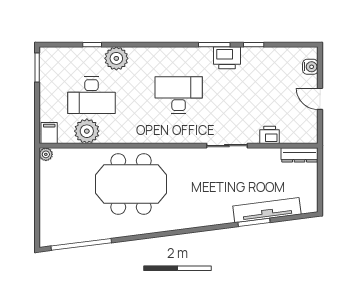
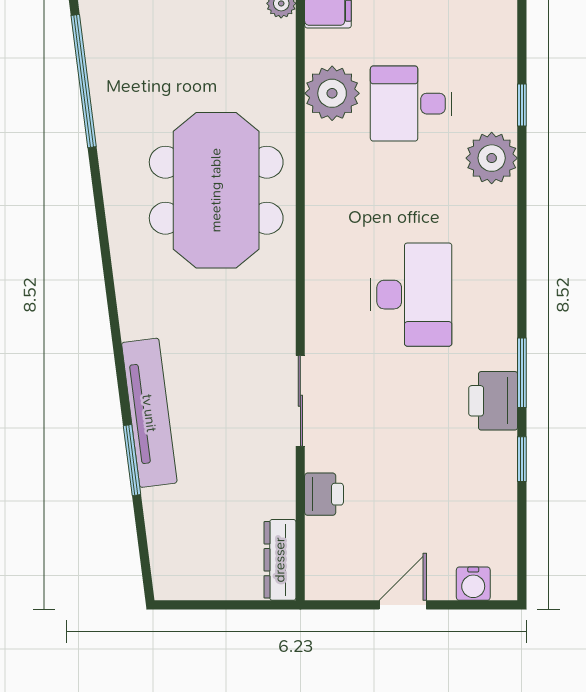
desk: (91, 95) -> (411, 104), width x0.73
tv unit: (267, 210) -> (149, 413), moved

